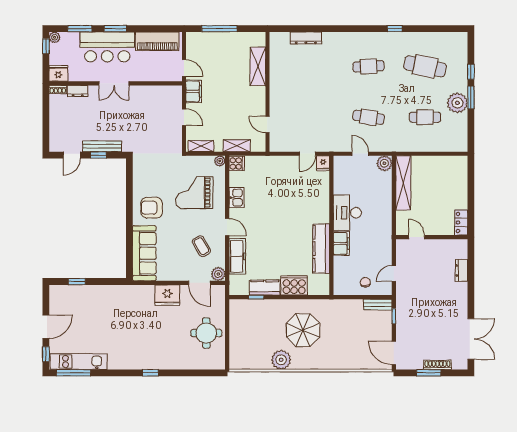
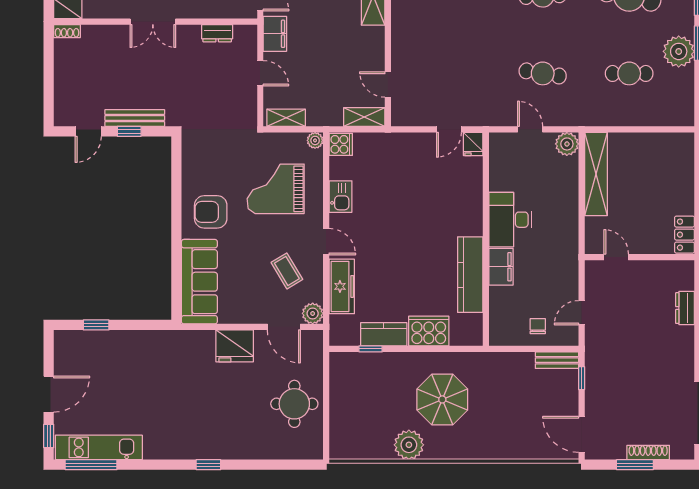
dresser: (78, 91) -> (217, 33), moved
shelving: (237, 146) -> (364, 117), moved

